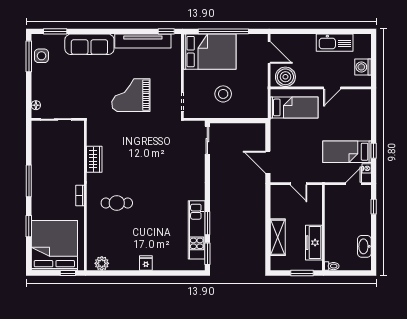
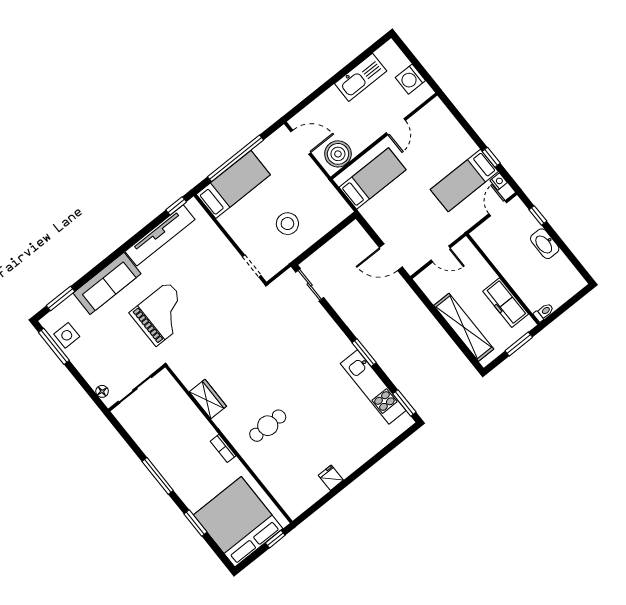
bed: (210, 52) -> (233, 185), width x0.67
grand piano: (131, 95) -> (162, 314), moved, turned 180
window: (207, 223) -> (364, 353), moved
shelving: (278, 237) -> (464, 327), width x1.47
washbasin: (364, 246) -> (545, 244), moved
plant: (102, 263) -> (302, 501), removed
fridge: (146, 263) -> (331, 478), moved

